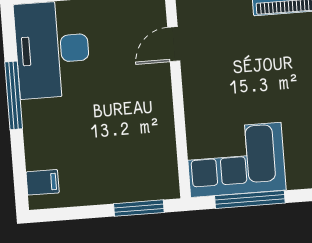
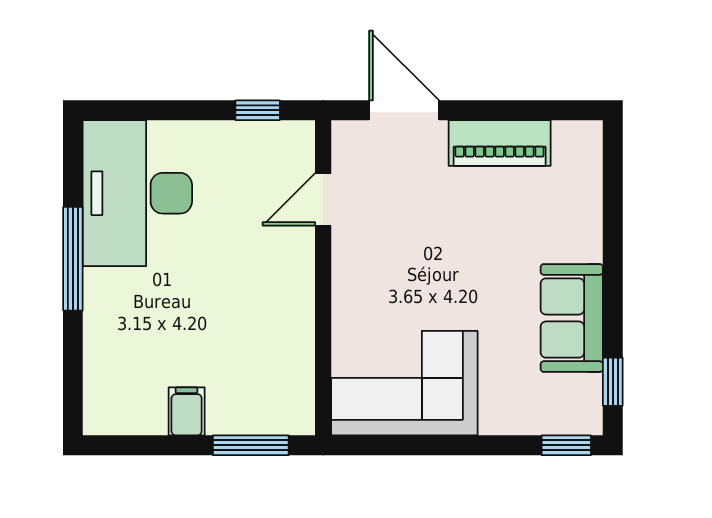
filing cabinet: (43, 182) -> (187, 411), moved, turned -90
window: (250, 199) -> (421, 445), removed

